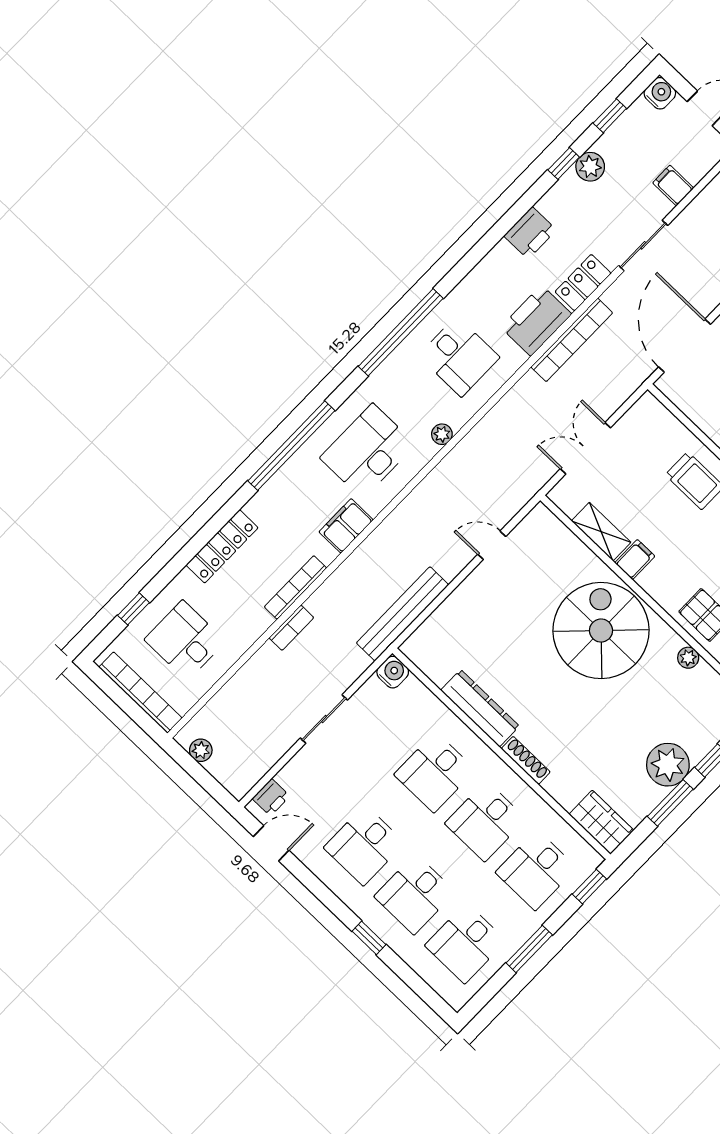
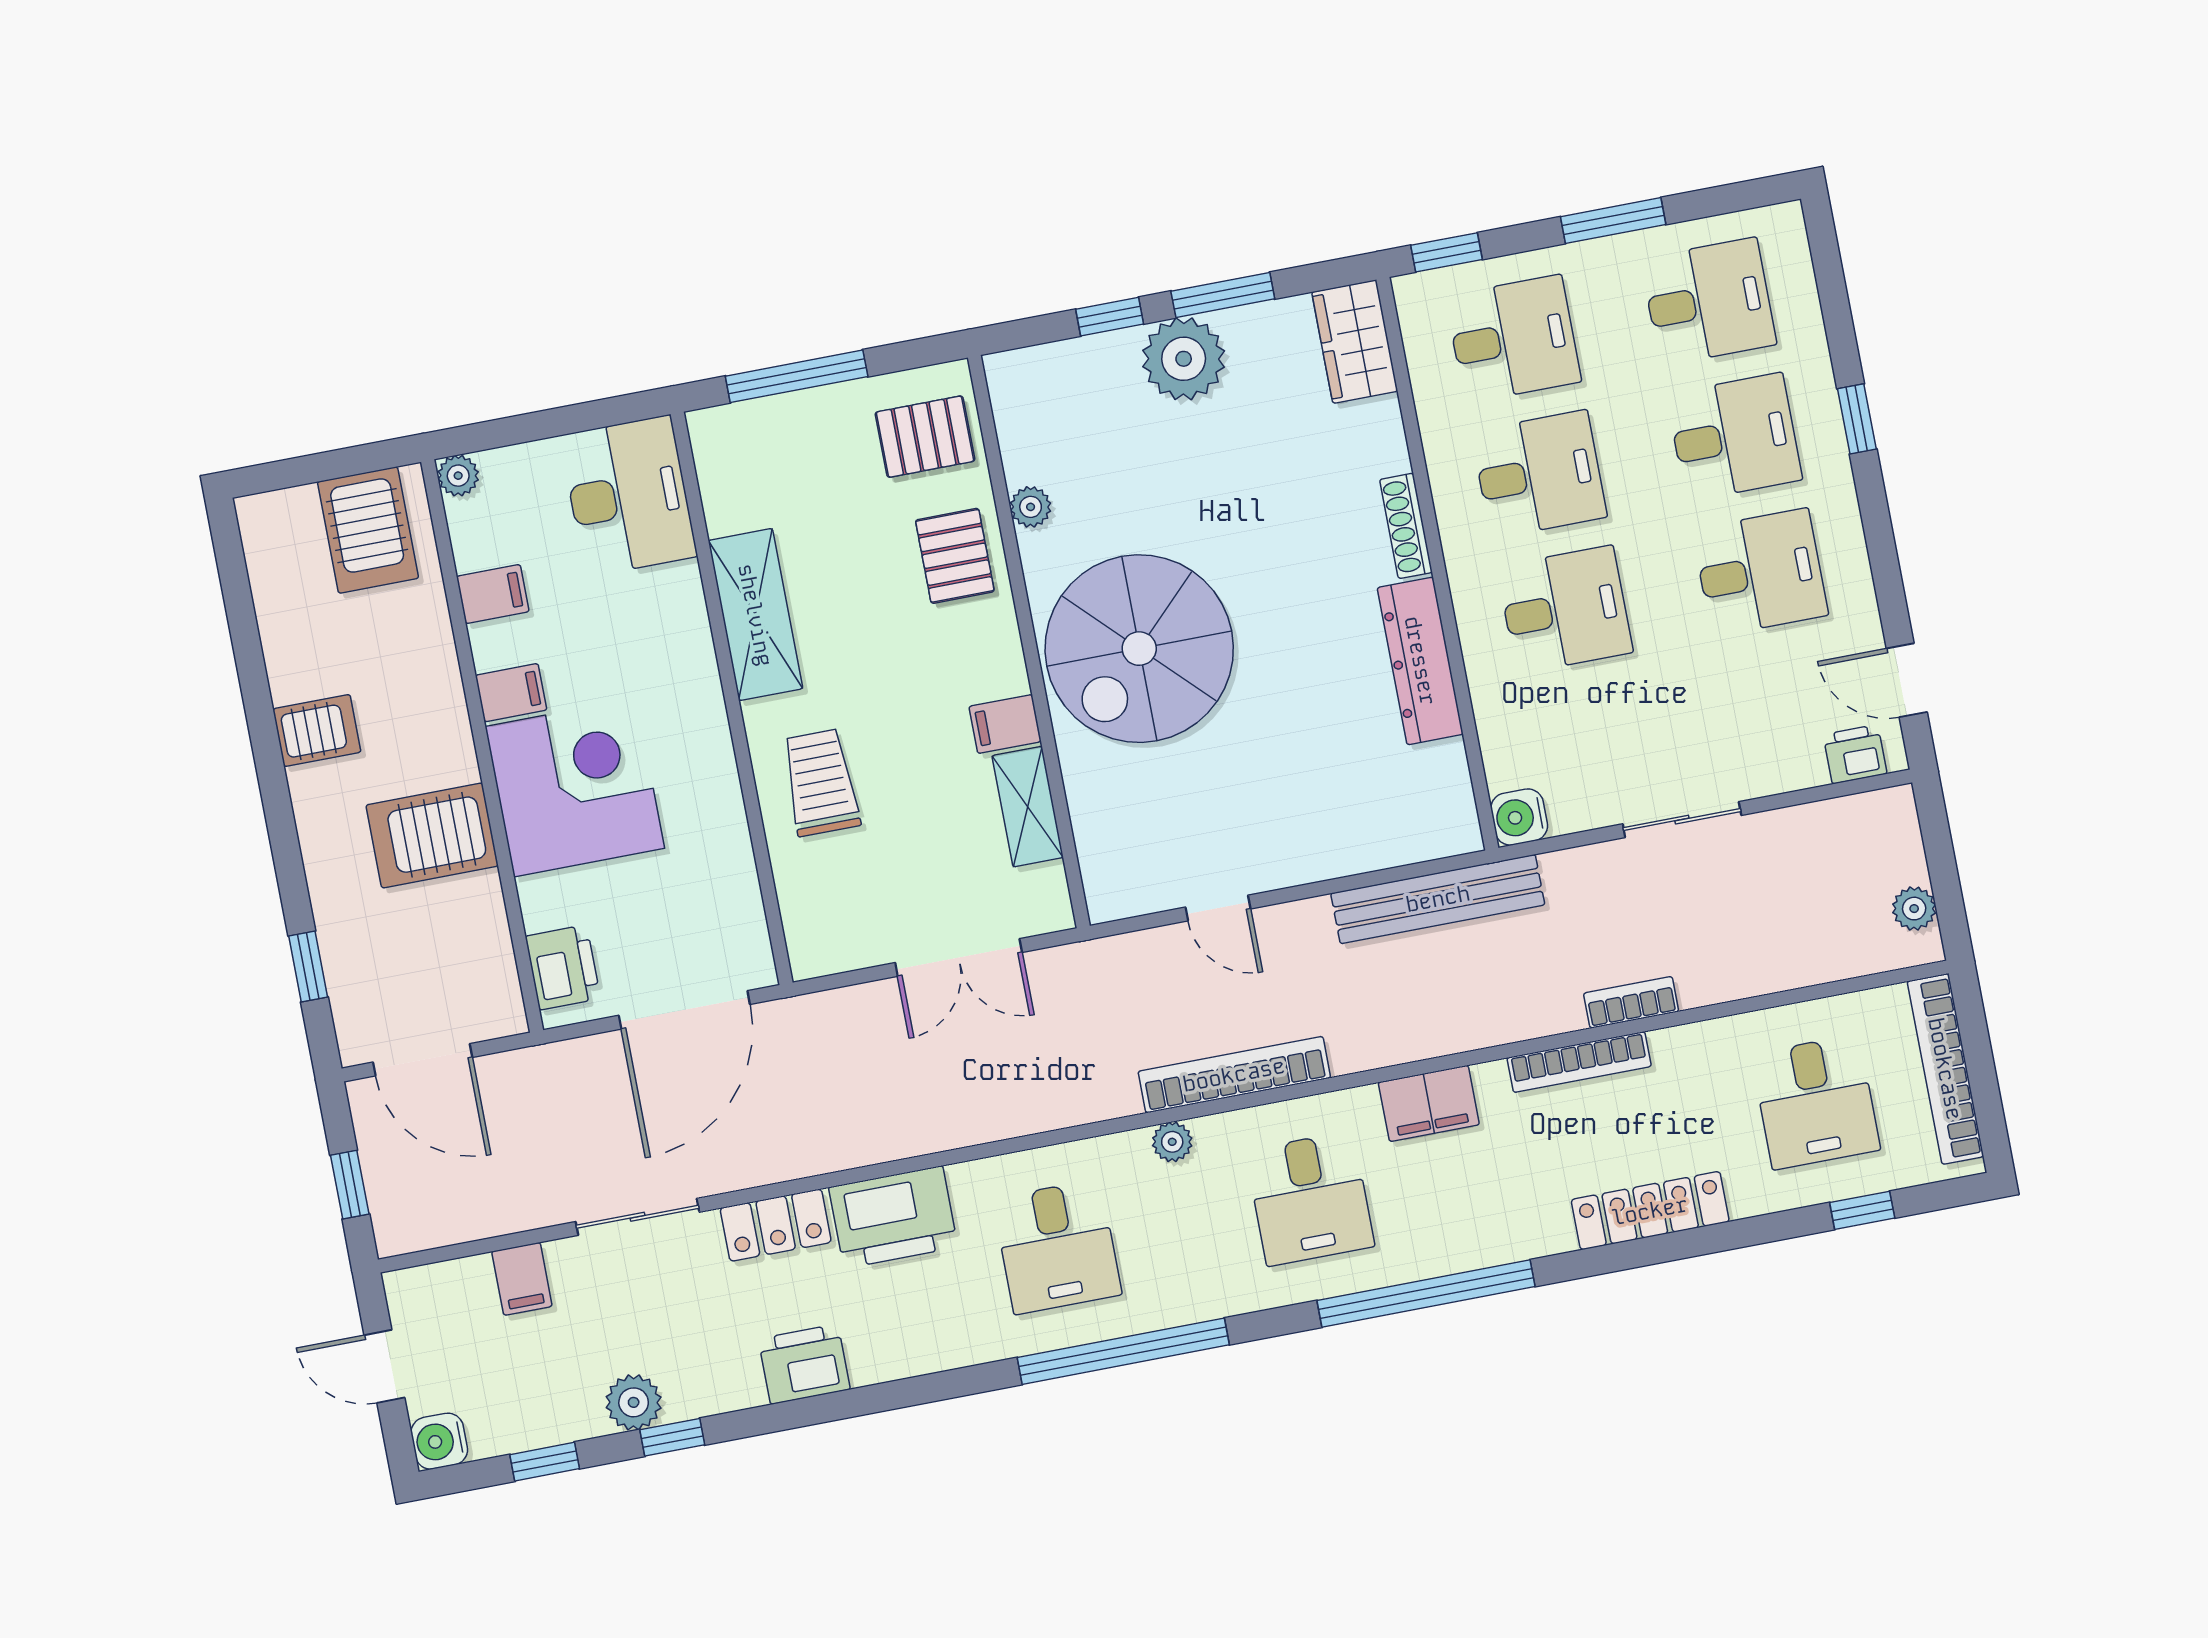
bookcase: (572, 340) -> (1234, 1075), moved
desk: (459, 357) -> (1057, 1247), turned 180
desk: (368, 451) -> (1310, 1198), width x0.73

